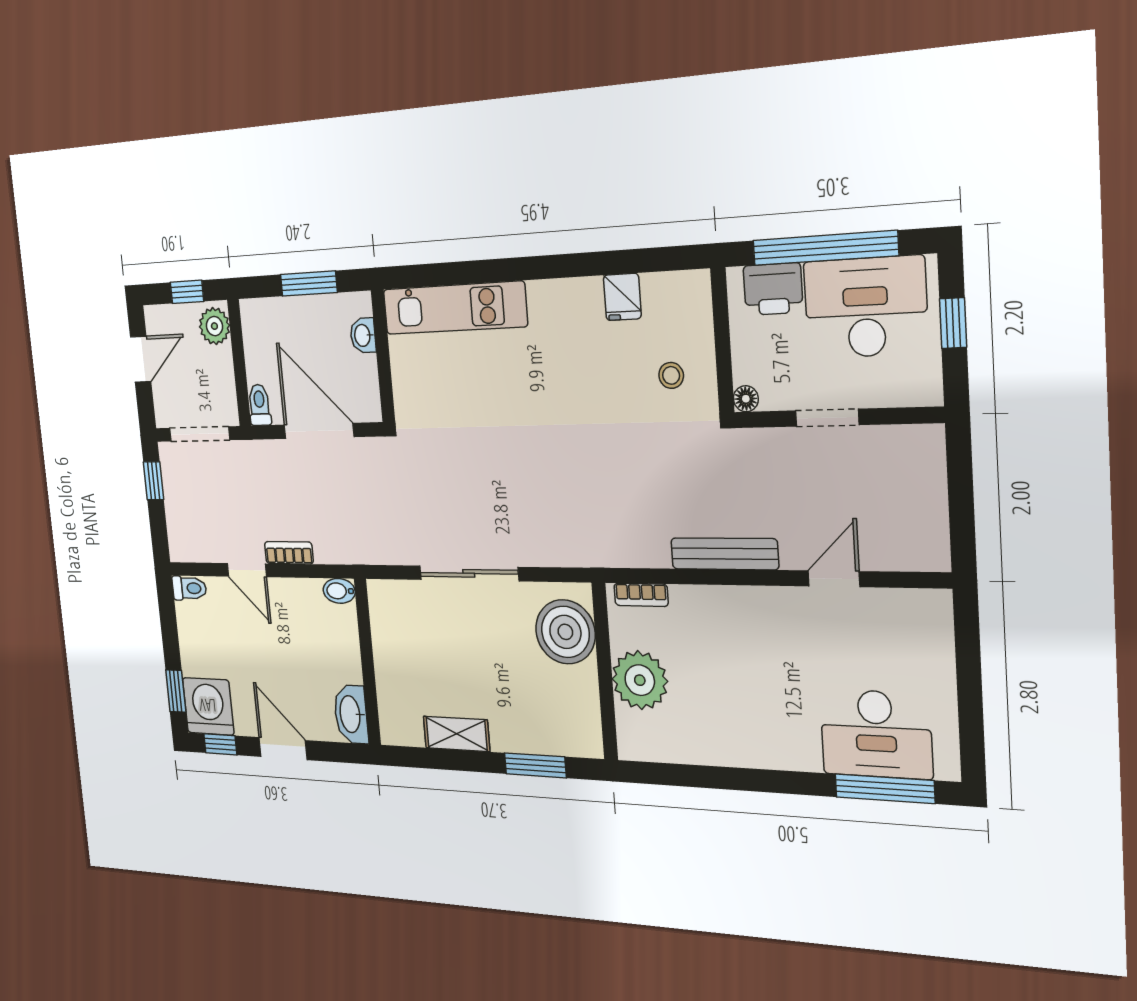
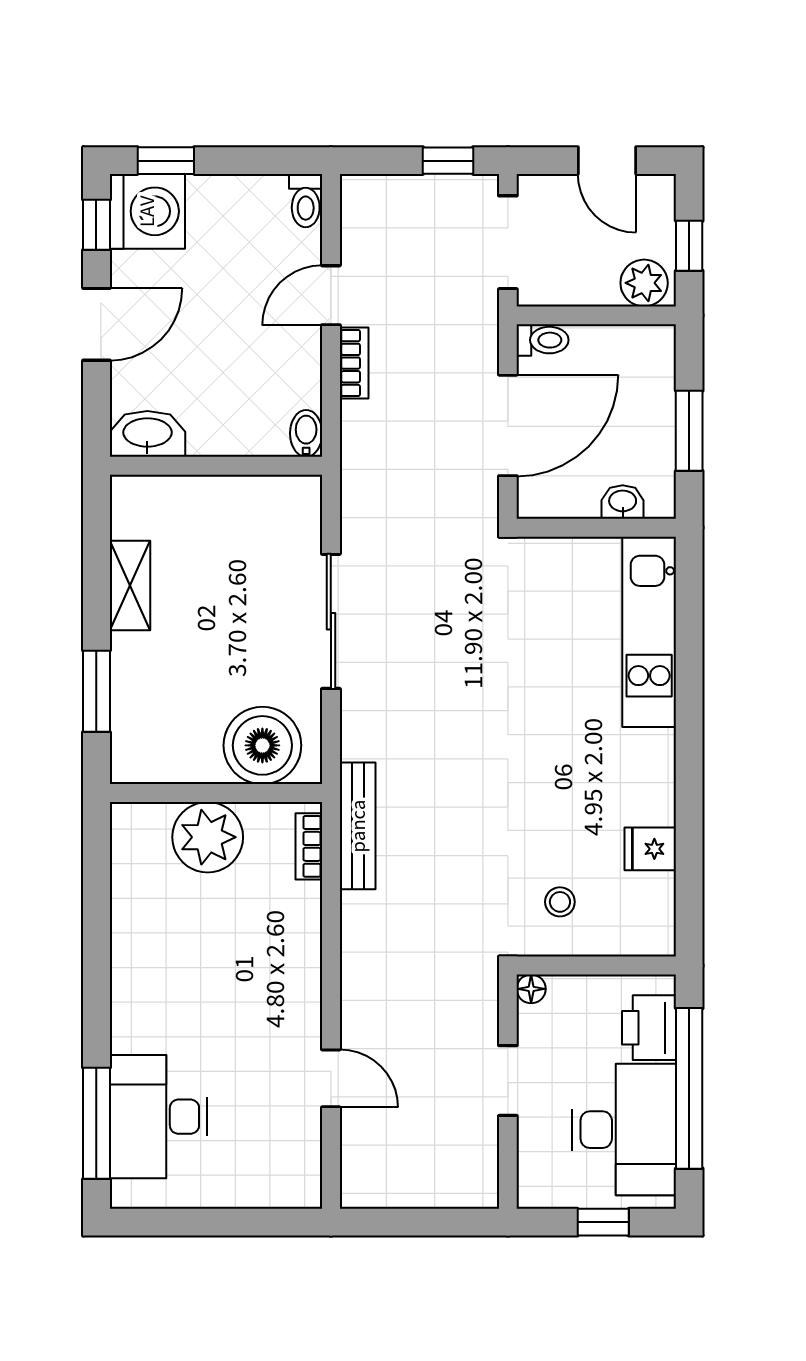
bench: (724, 554) -> (358, 826), moved

